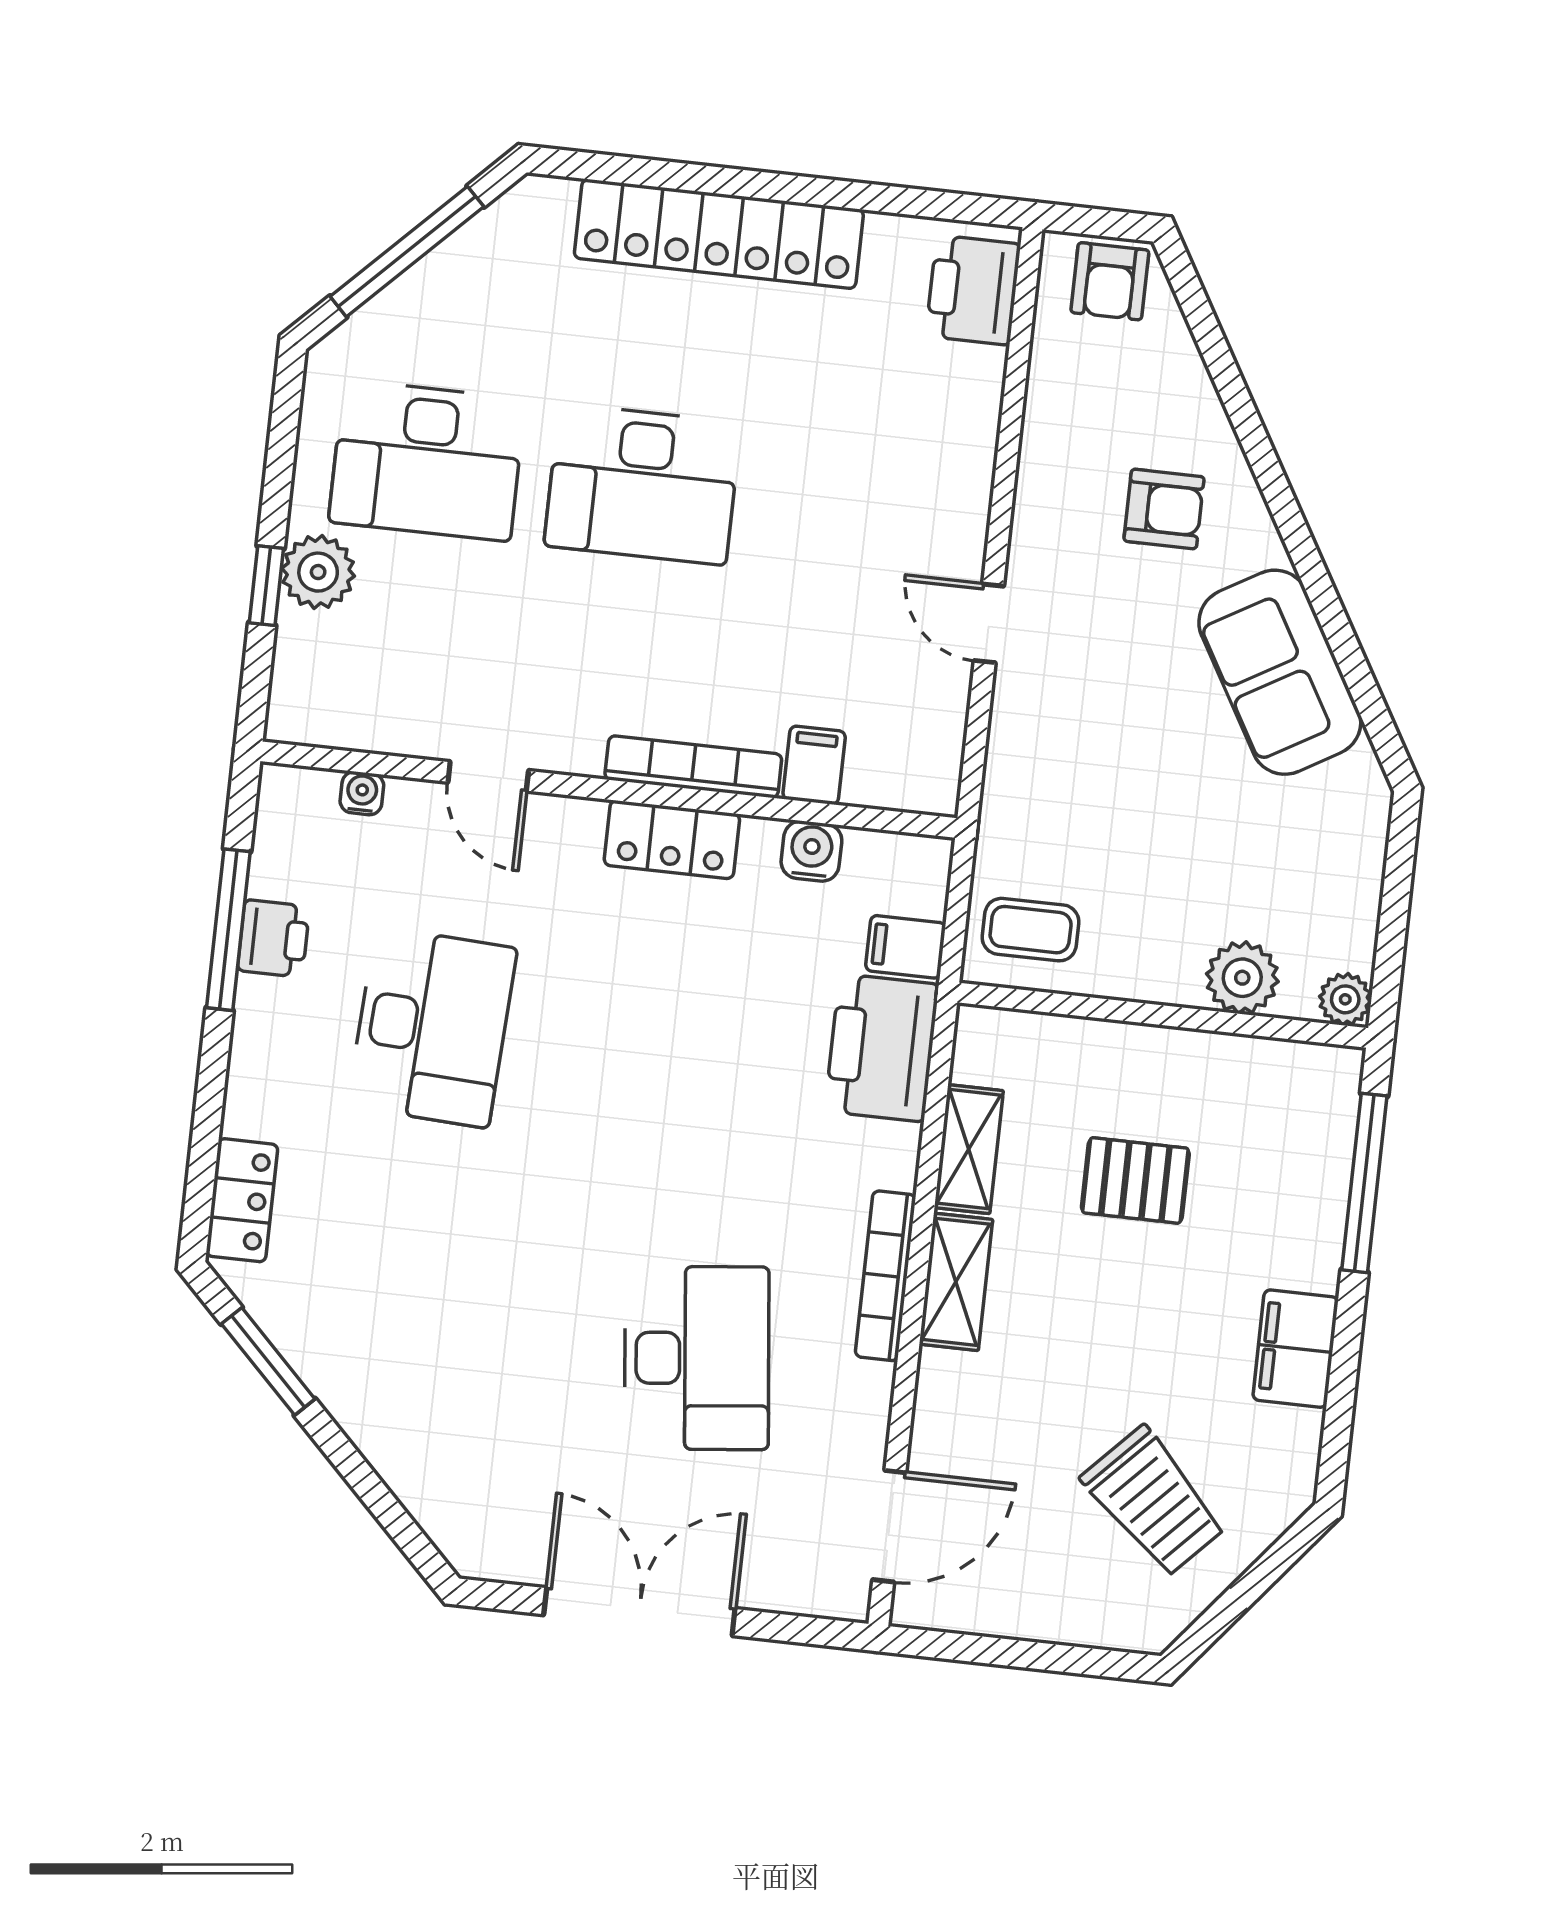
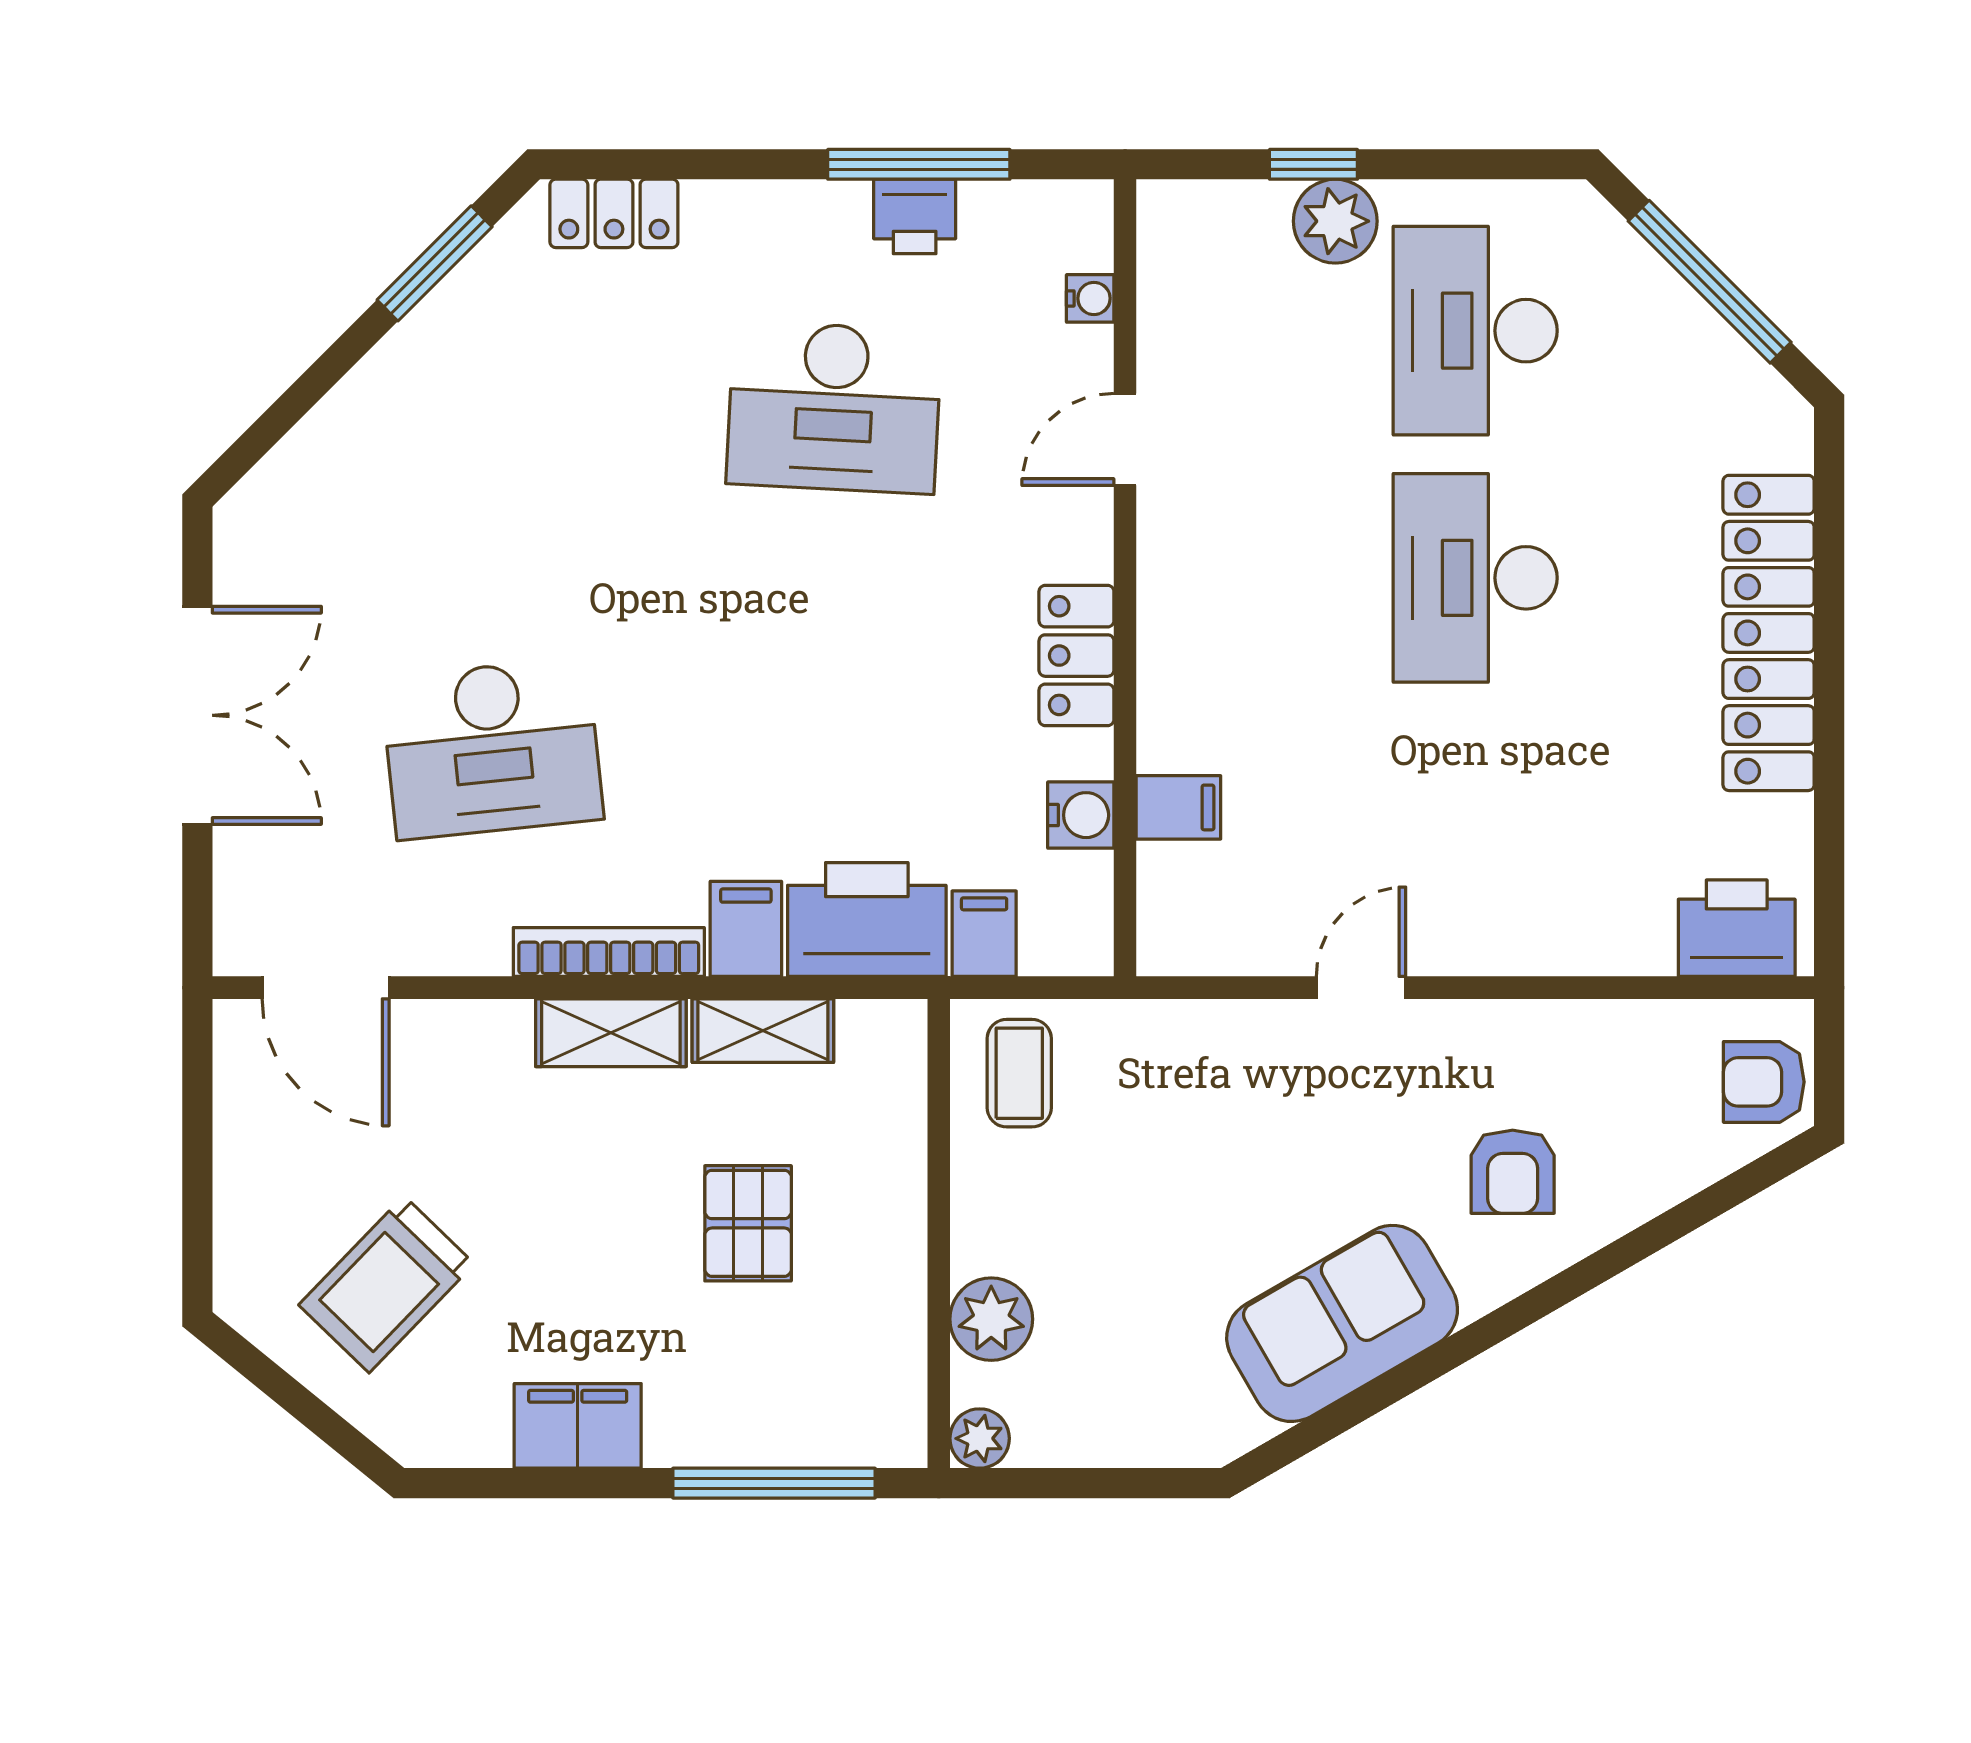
bookcase: (693, 767) -> (1162, 671), removed
filing cabinet: (878, 1154) -> (746, 929), added

